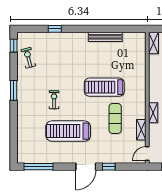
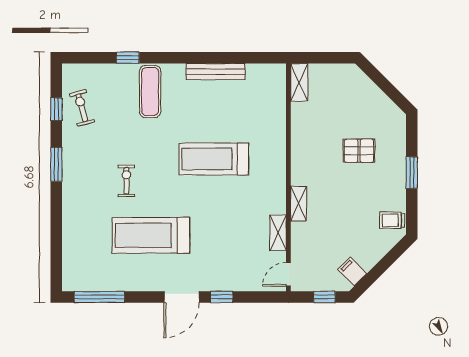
window: (14, 46) -> (56, 109), moved
exercise mat: (115, 118) -> (150, 92), moved

